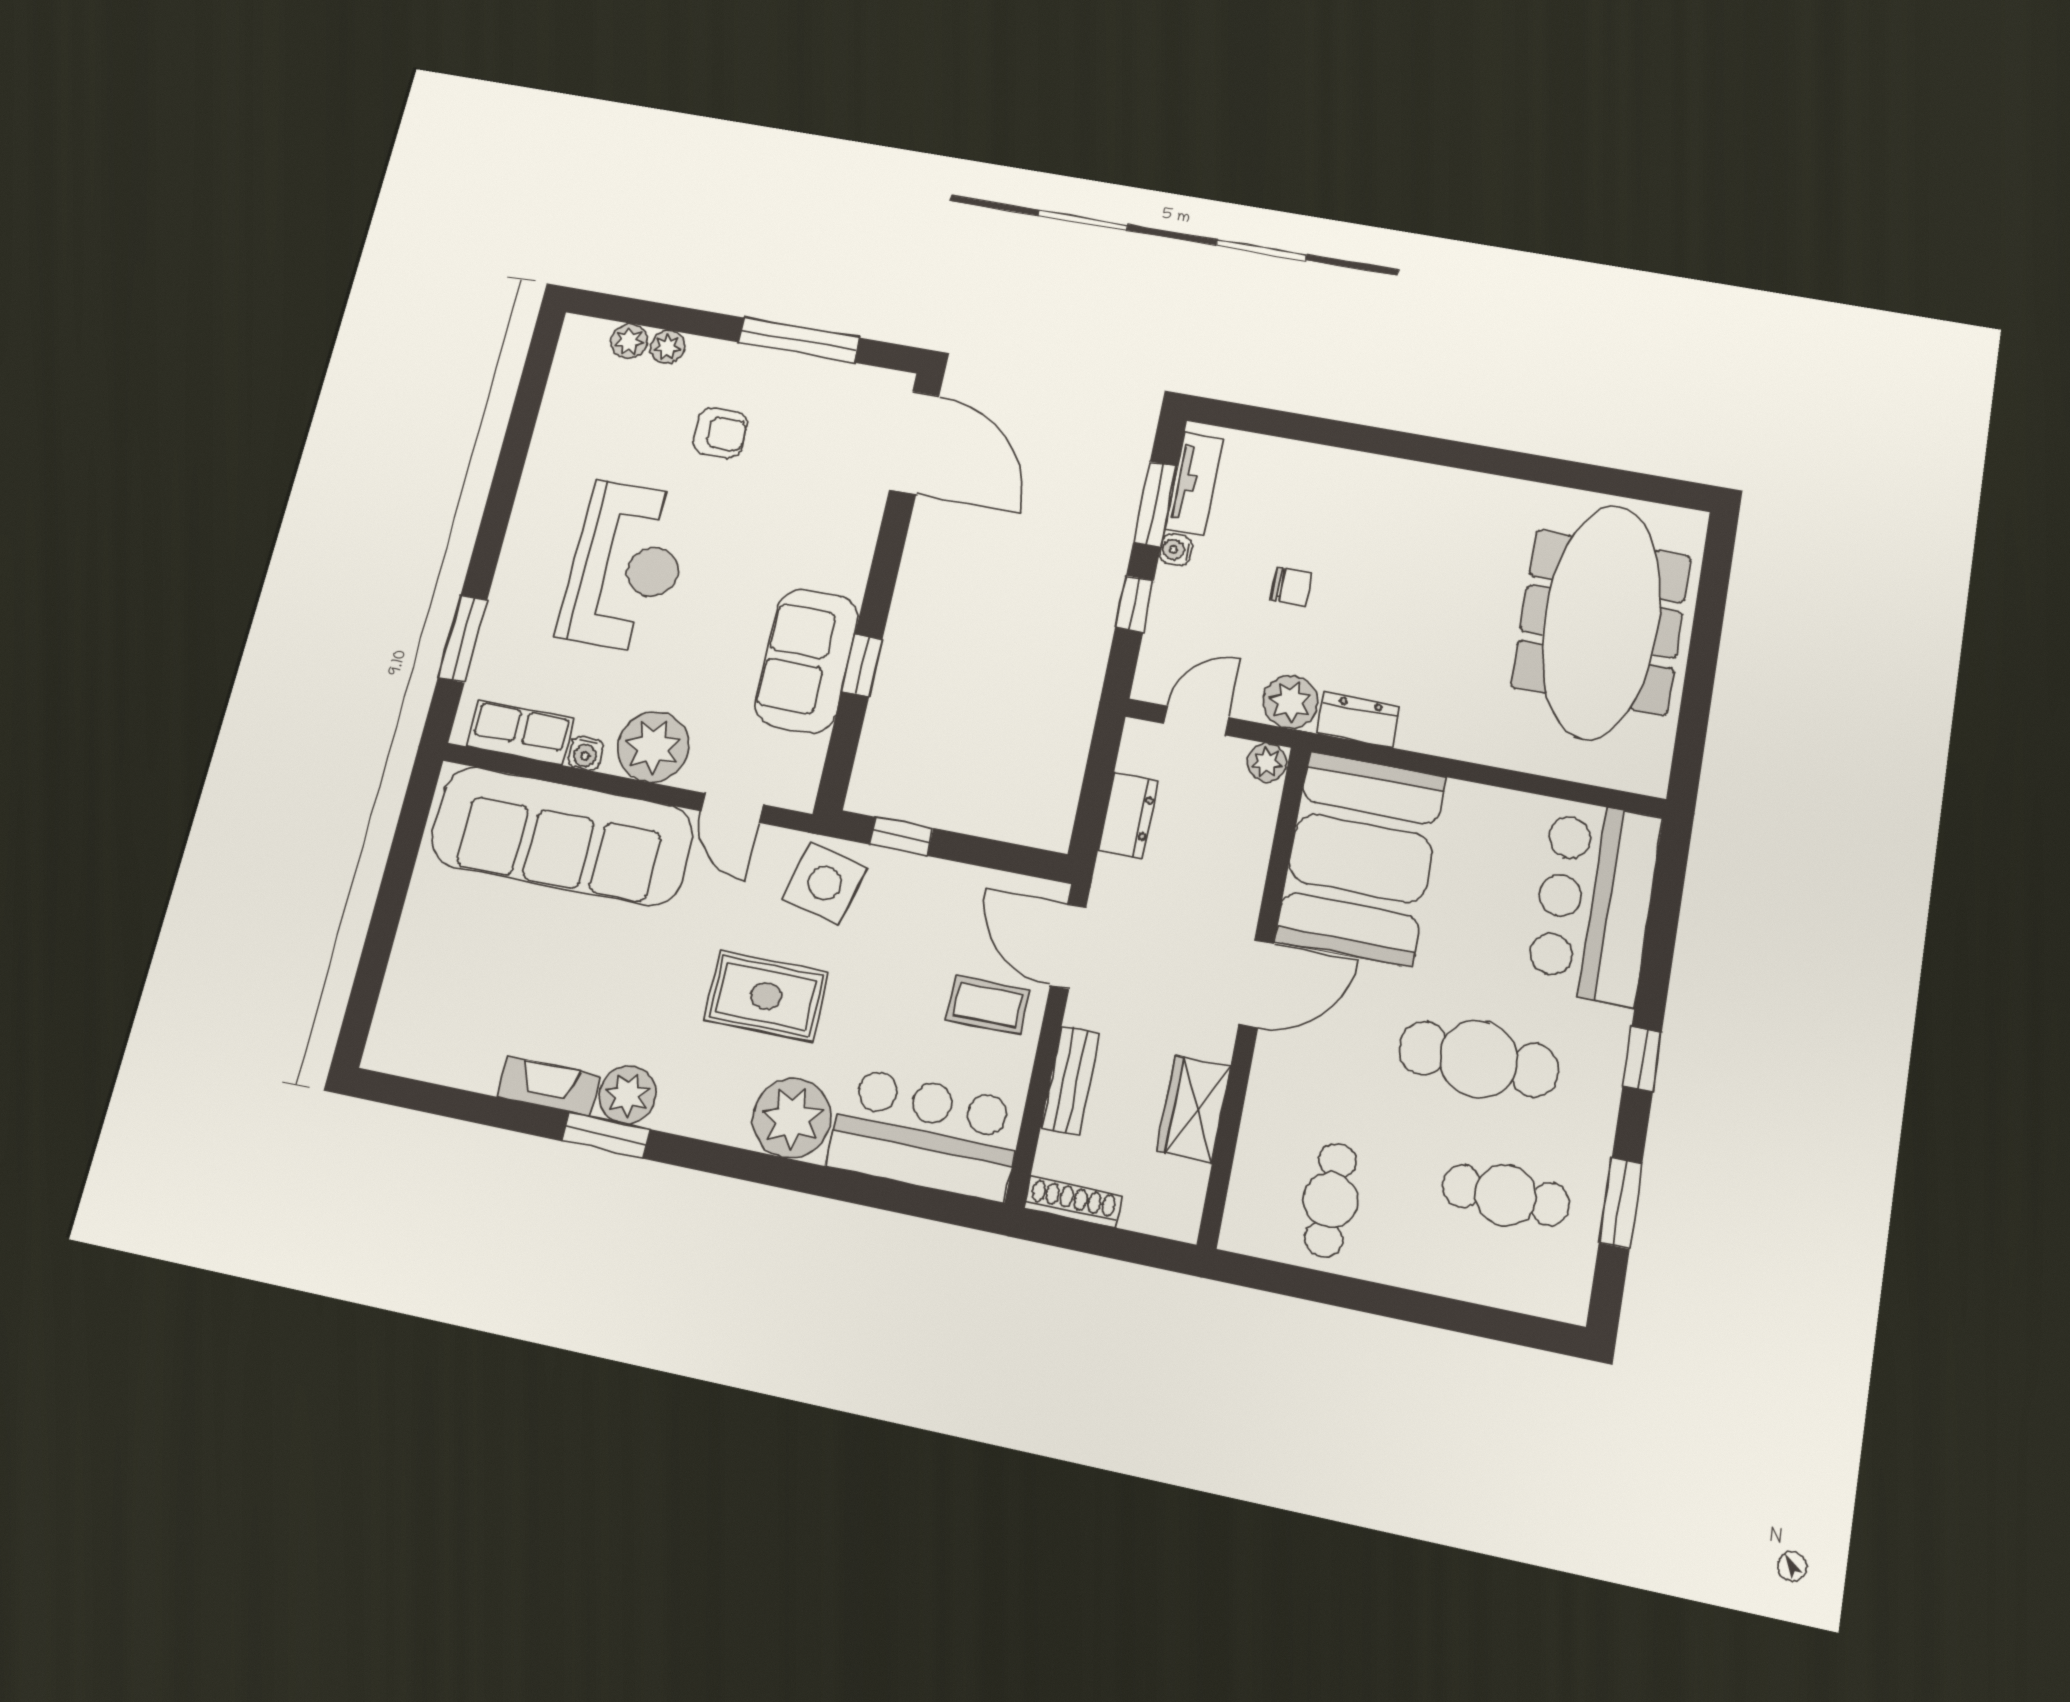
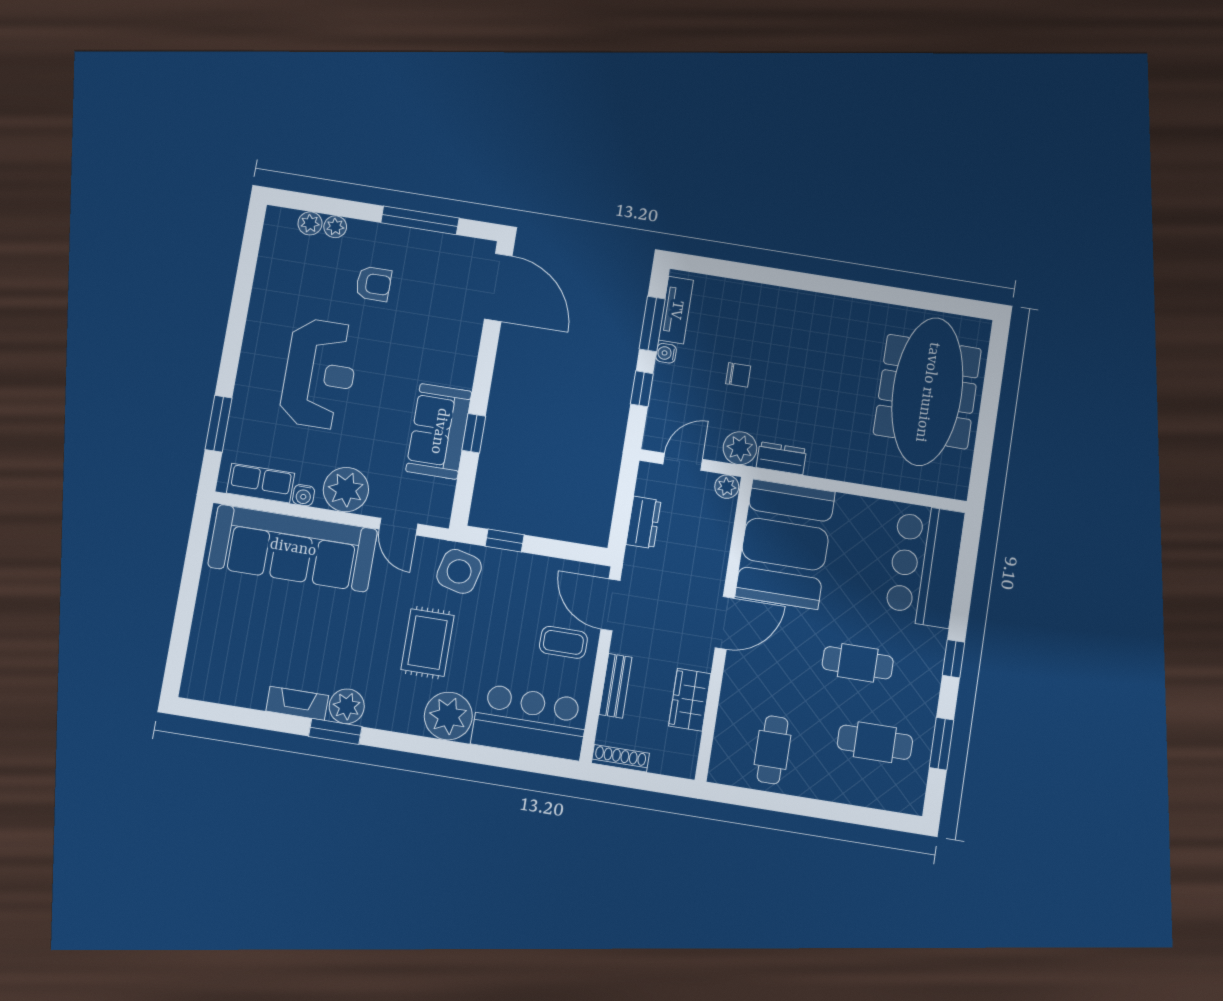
rug: (766, 996) -> (428, 643), turned 90
cafe table: (1478, 1059) -> (858, 663), width x0.73, depth x0.74

